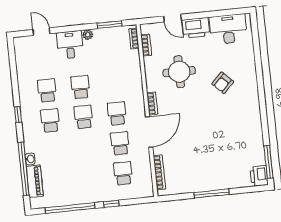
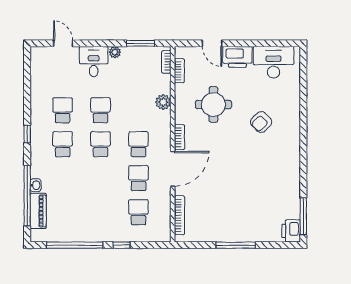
plant: (135, 74) -> (163, 102), added

